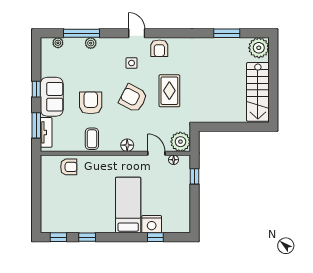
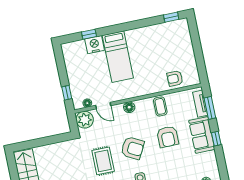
window: (87, 237) -> (147, 22), removed

